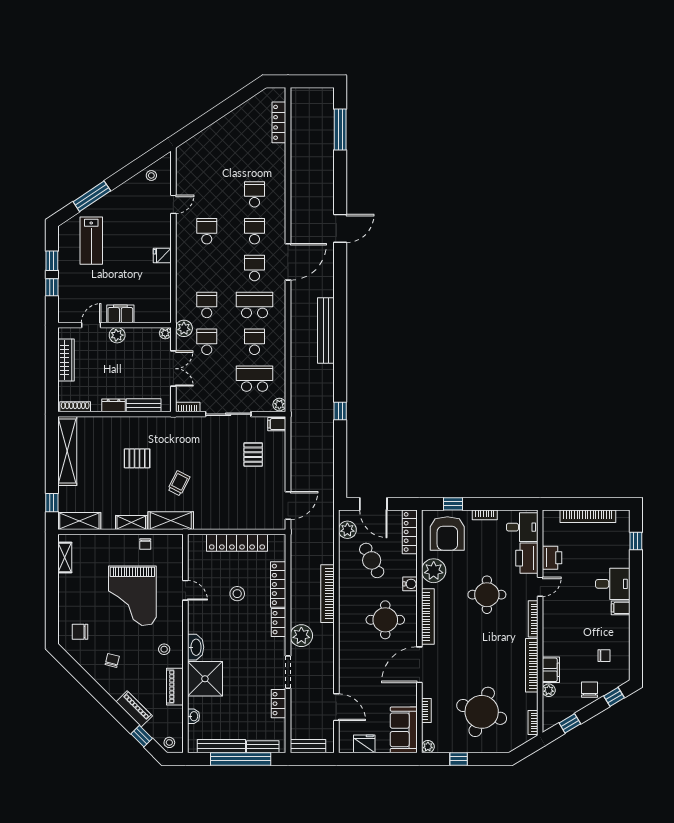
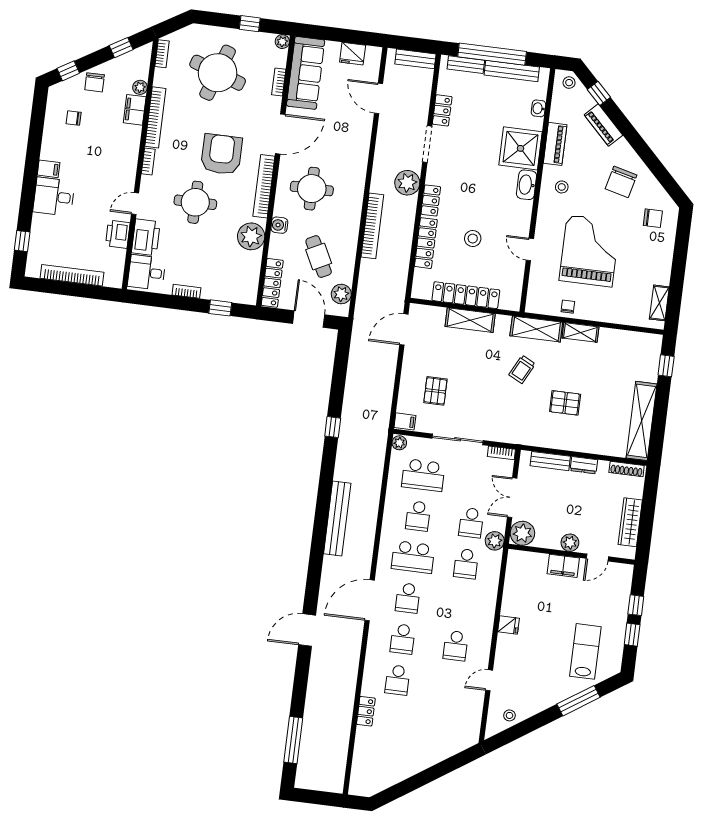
locker: (279, 122) -> (366, 711), moved, width x0.66
plant: (165, 333) -> (522, 533), width x1.88, depth x1.88
shelving: (79, 521) -> (470, 320), moved
armchair: (447, 533) -> (221, 154), moved
bookcase: (533, 619) -> (148, 161), width x0.64
chair: (112, 660) -> (621, 182), width x1.87, depth x1.87
sofa: (404, 730) -> (306, 73), width x1.36

